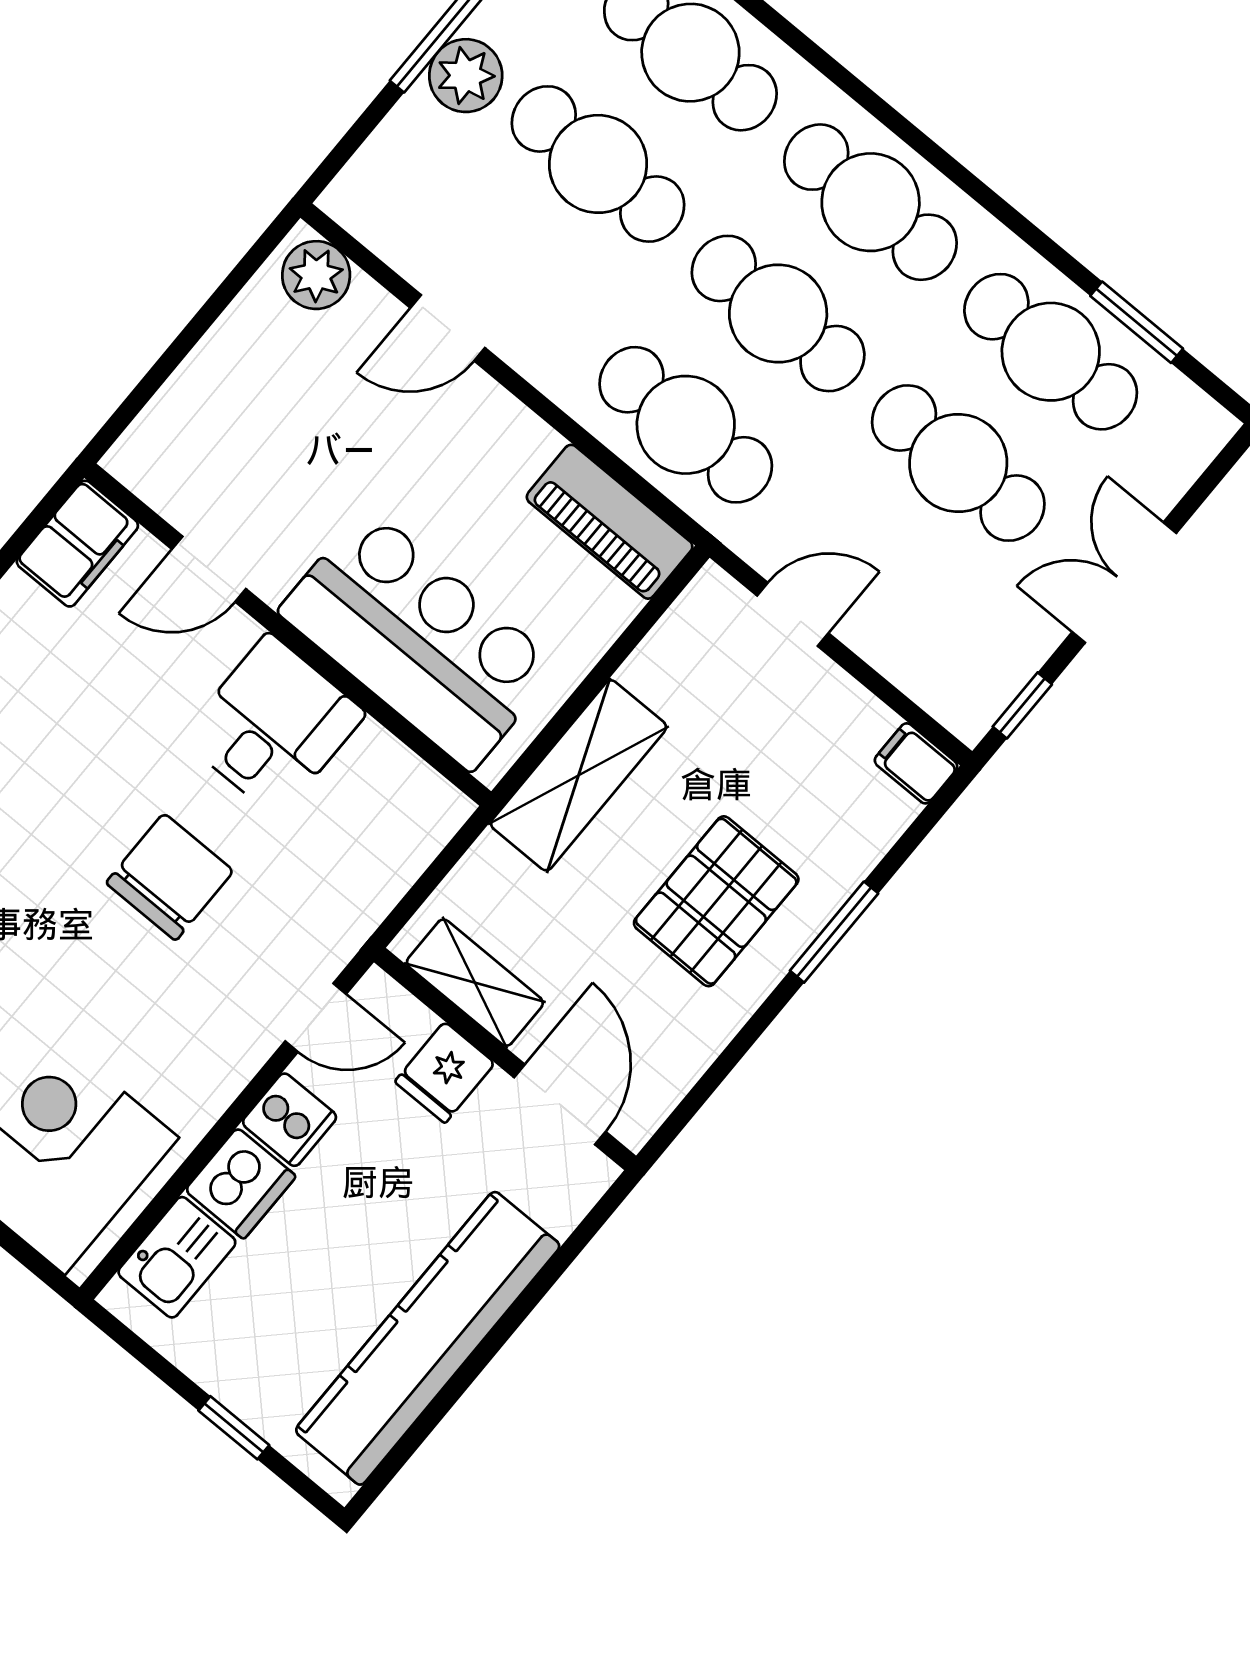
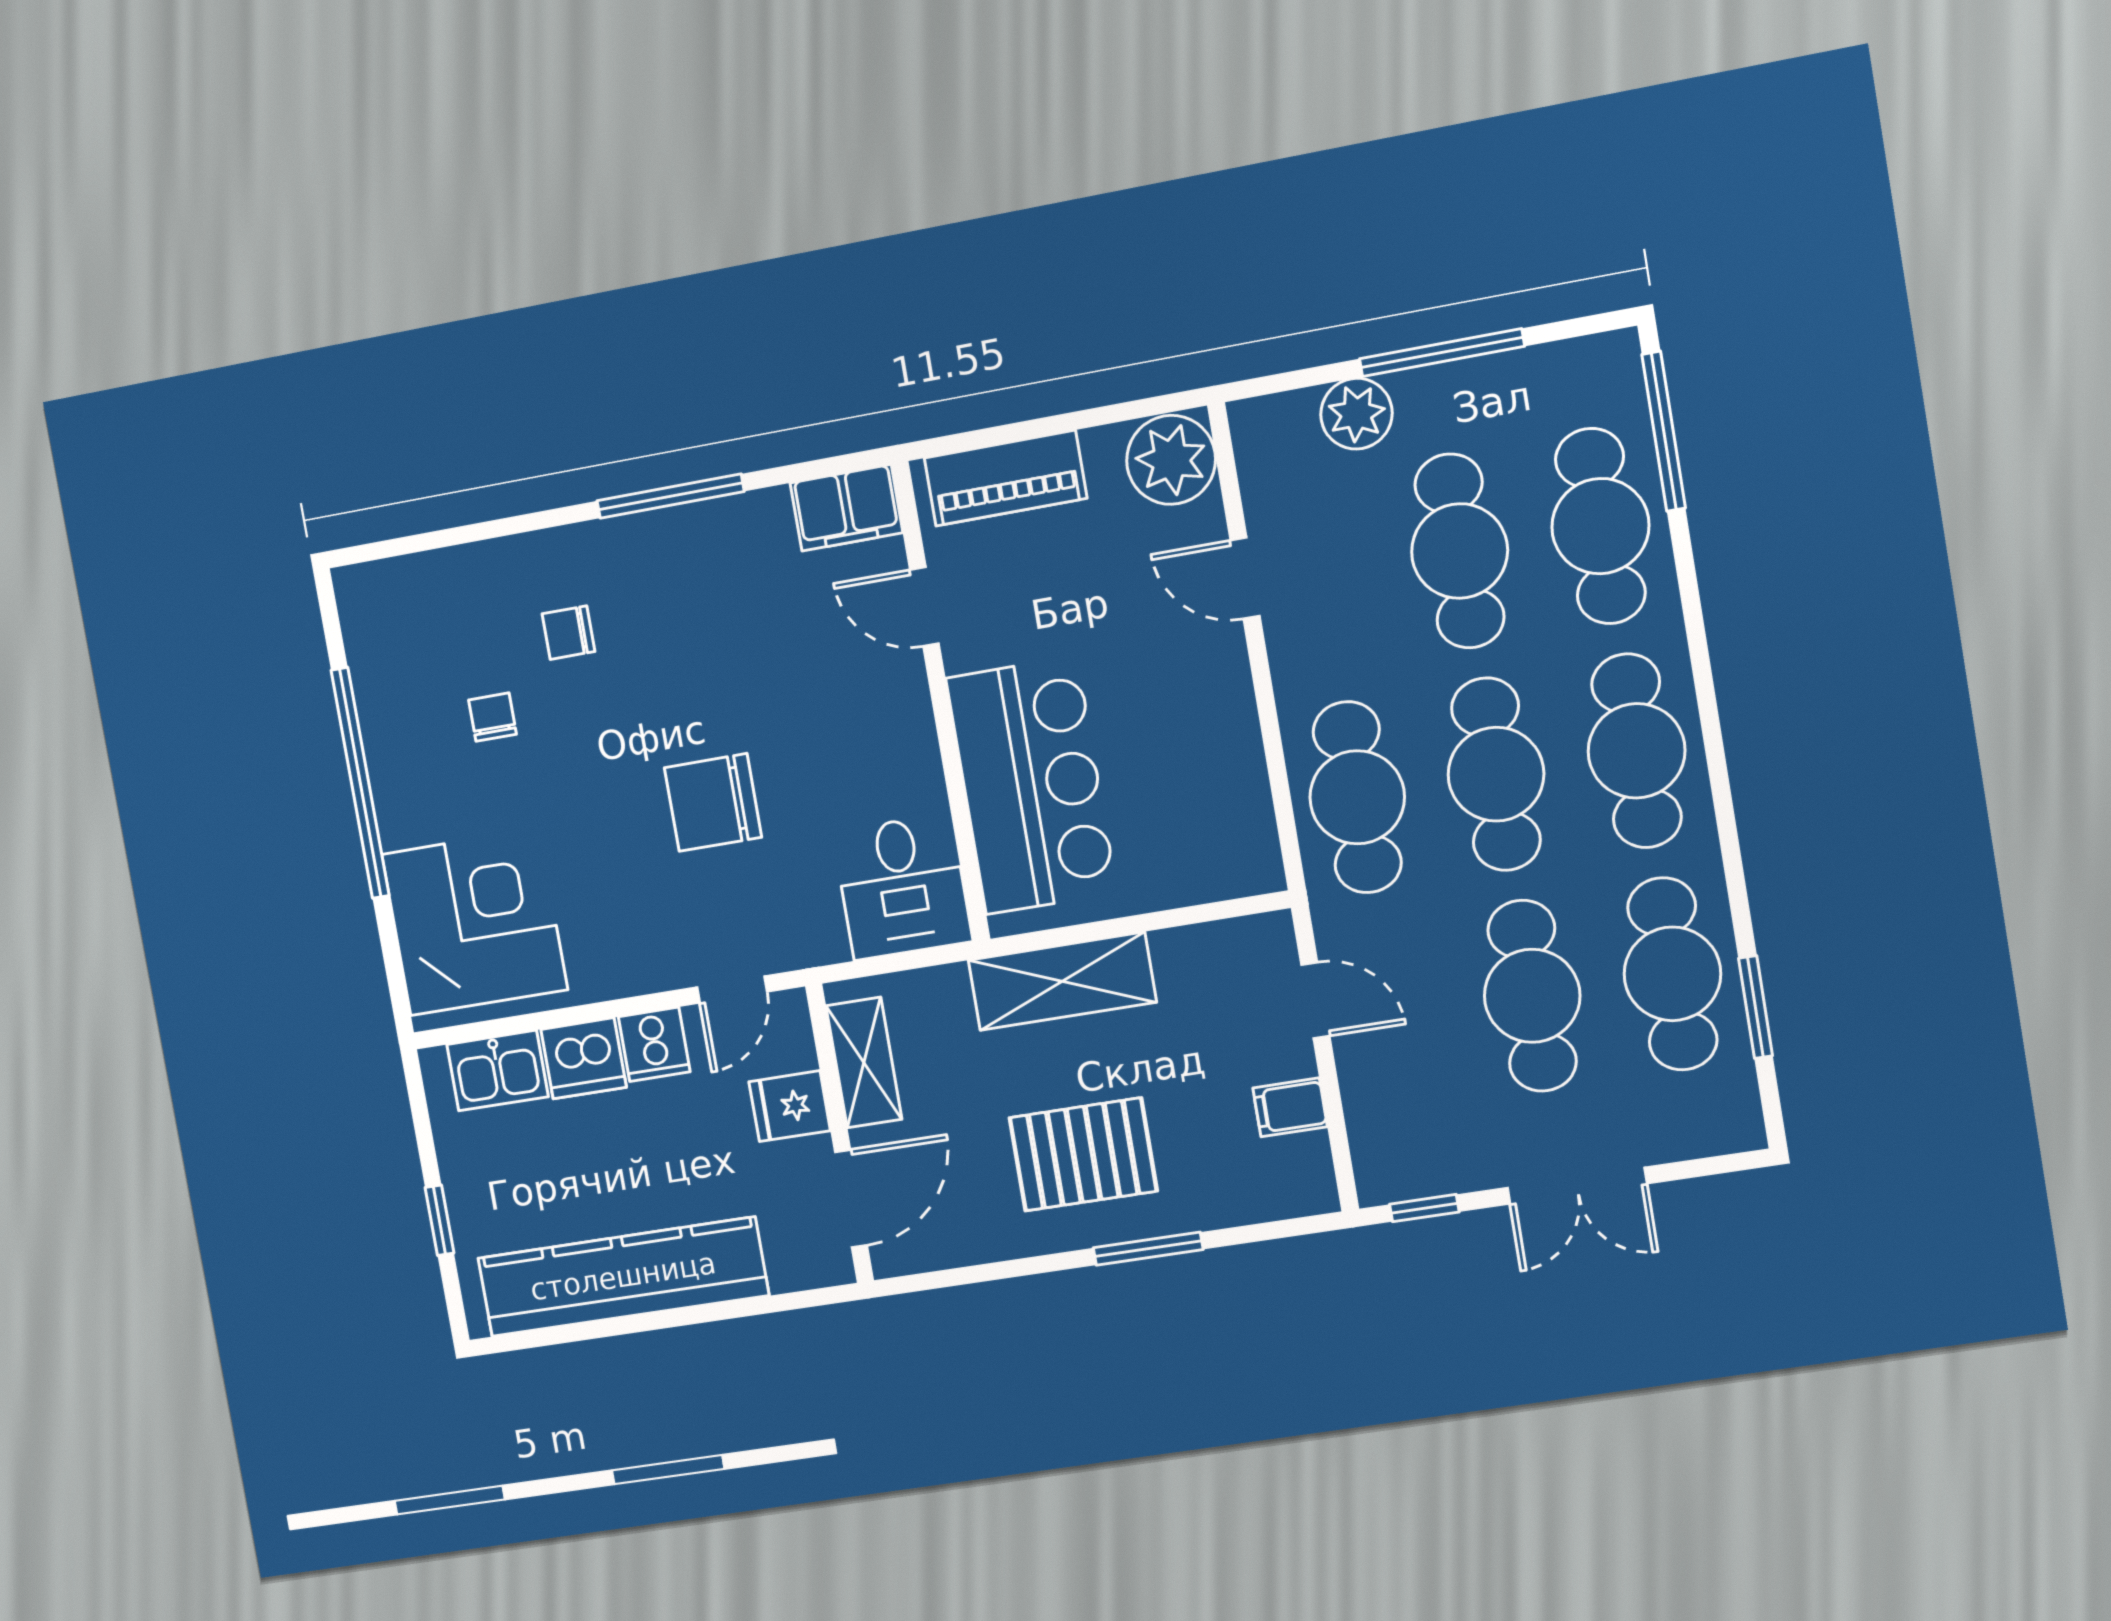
plant: (466, 76) -> (1356, 414), moved
plant: (316, 275) -> (1171, 460), width x1.36, depth x1.36
piano: (610, 522) -> (1006, 478), moved, turned -90
double door: (1124, 583) -> (1577, 1186), swing flipped
desk: (273, 726) -> (902, 887), moved, turned 90
filing cabinet: (916, 763) -> (1290, 1107), moved, turned -90
chair: (170, 877) -> (713, 802), turned 180
door: (316, 1018) -> (732, 990), hinge flipped

